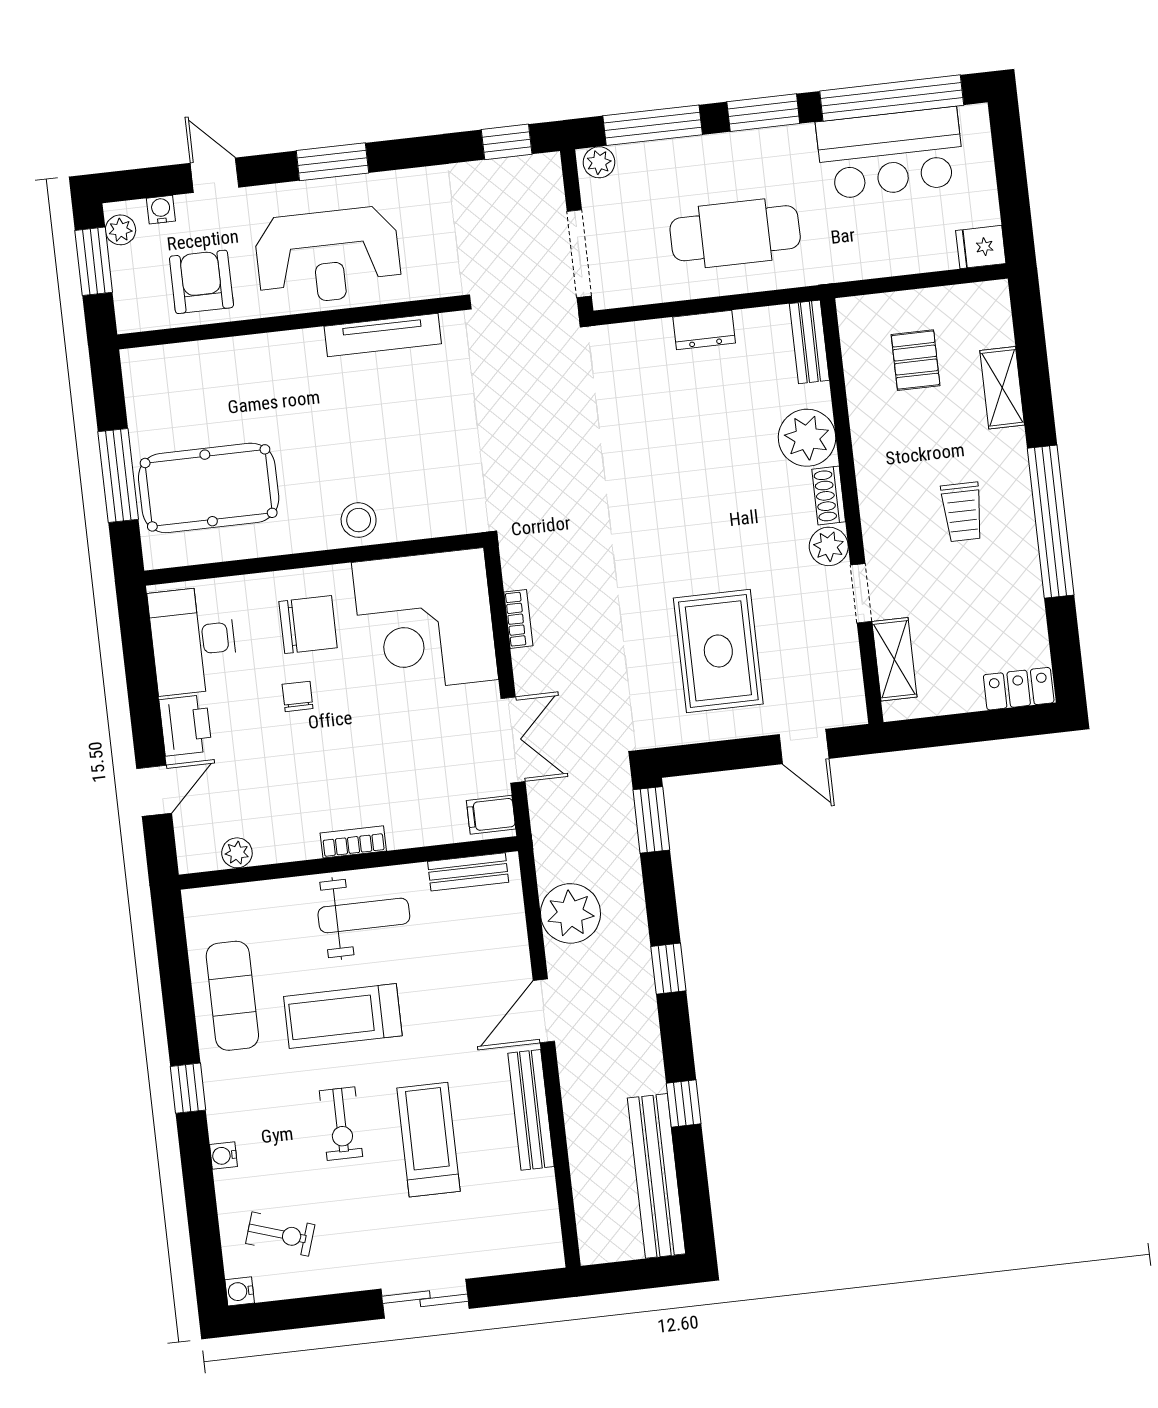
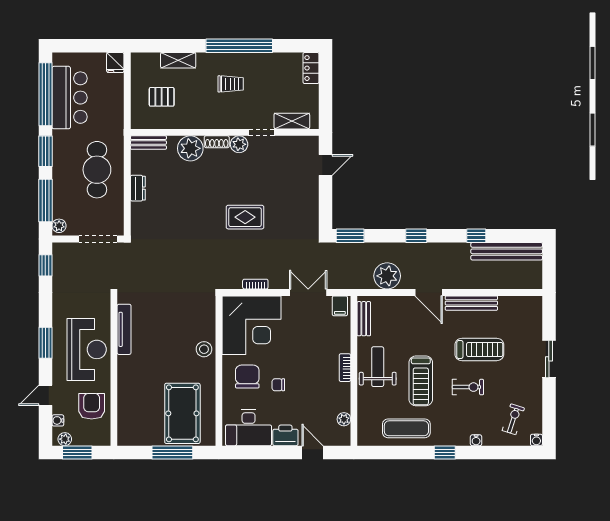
armchair: (201, 282) -> (92, 406), turned 90
rug: (718, 651) -> (245, 217), moved, width x0.73, depth x0.70
treadmill: (429, 1140) -> (479, 349), turned 180

